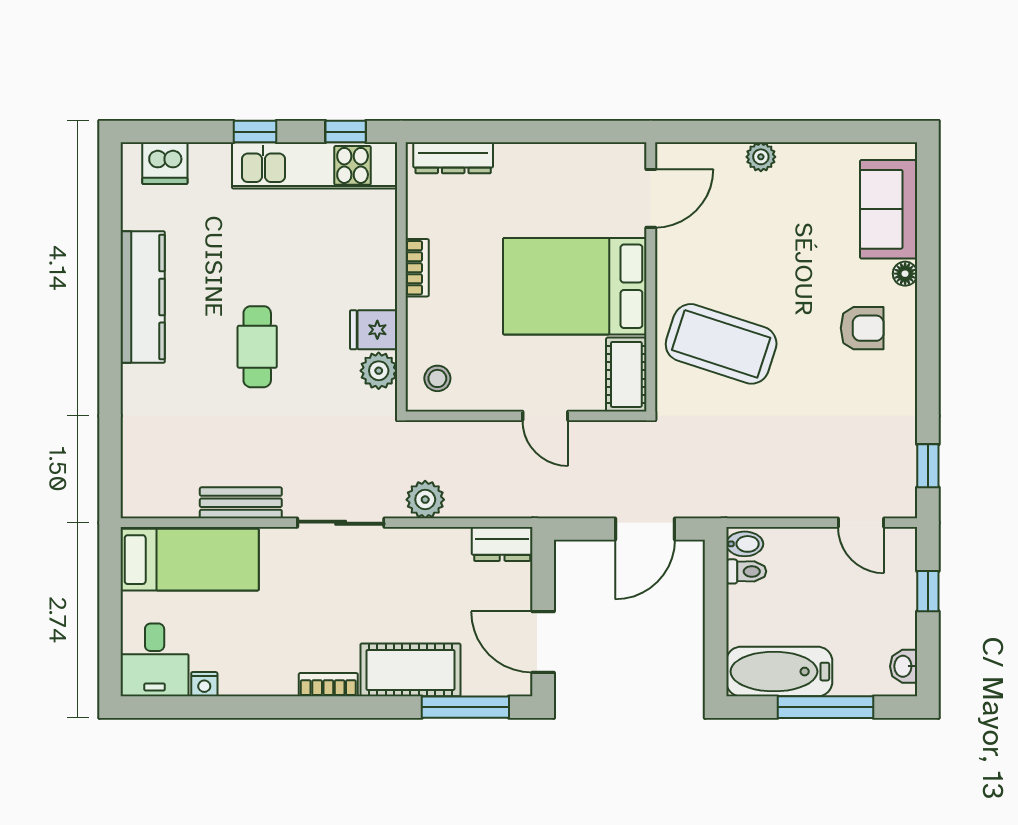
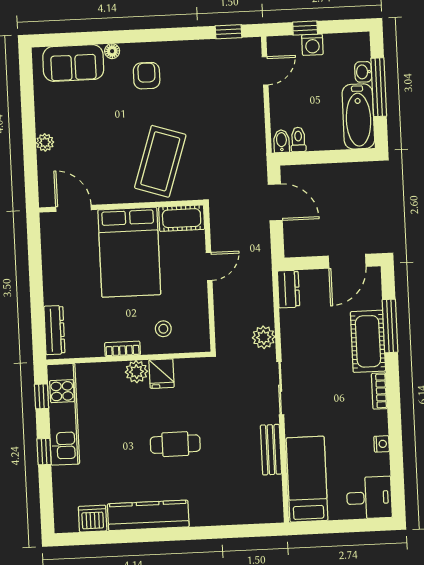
dishwasher: (165, 163) -> (93, 519), moved, turned -90
plant: (379, 371) -> (136, 372), moved
stool: (437, 378) -> (163, 329), moved
washing machine: (900, 602) -> (312, 45), added
washbasin: (904, 666) -> (363, 72), moved, turned 90
nightstand: (204, 684) -> (382, 444), moved
window: (465, 707) -> (390, 326), moved

